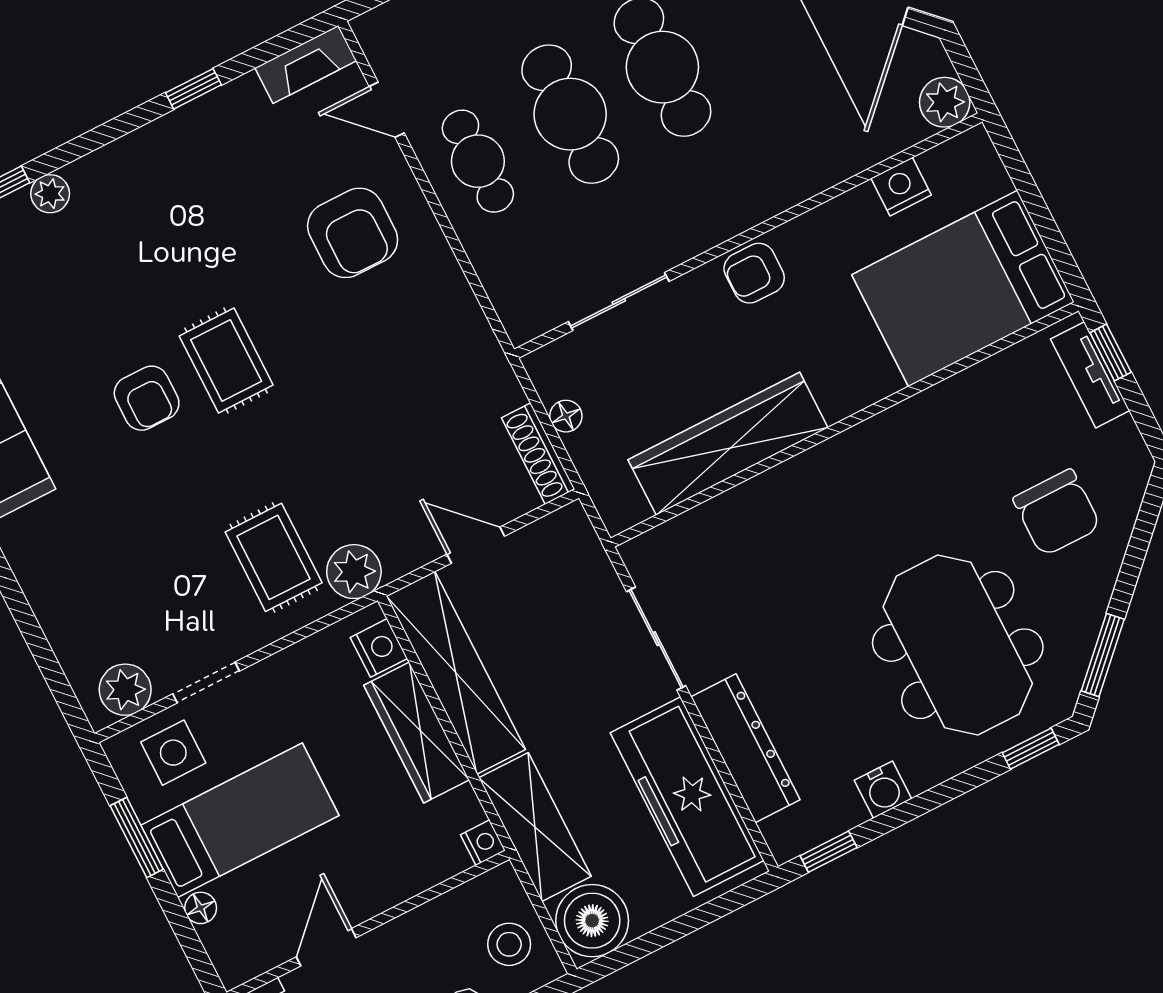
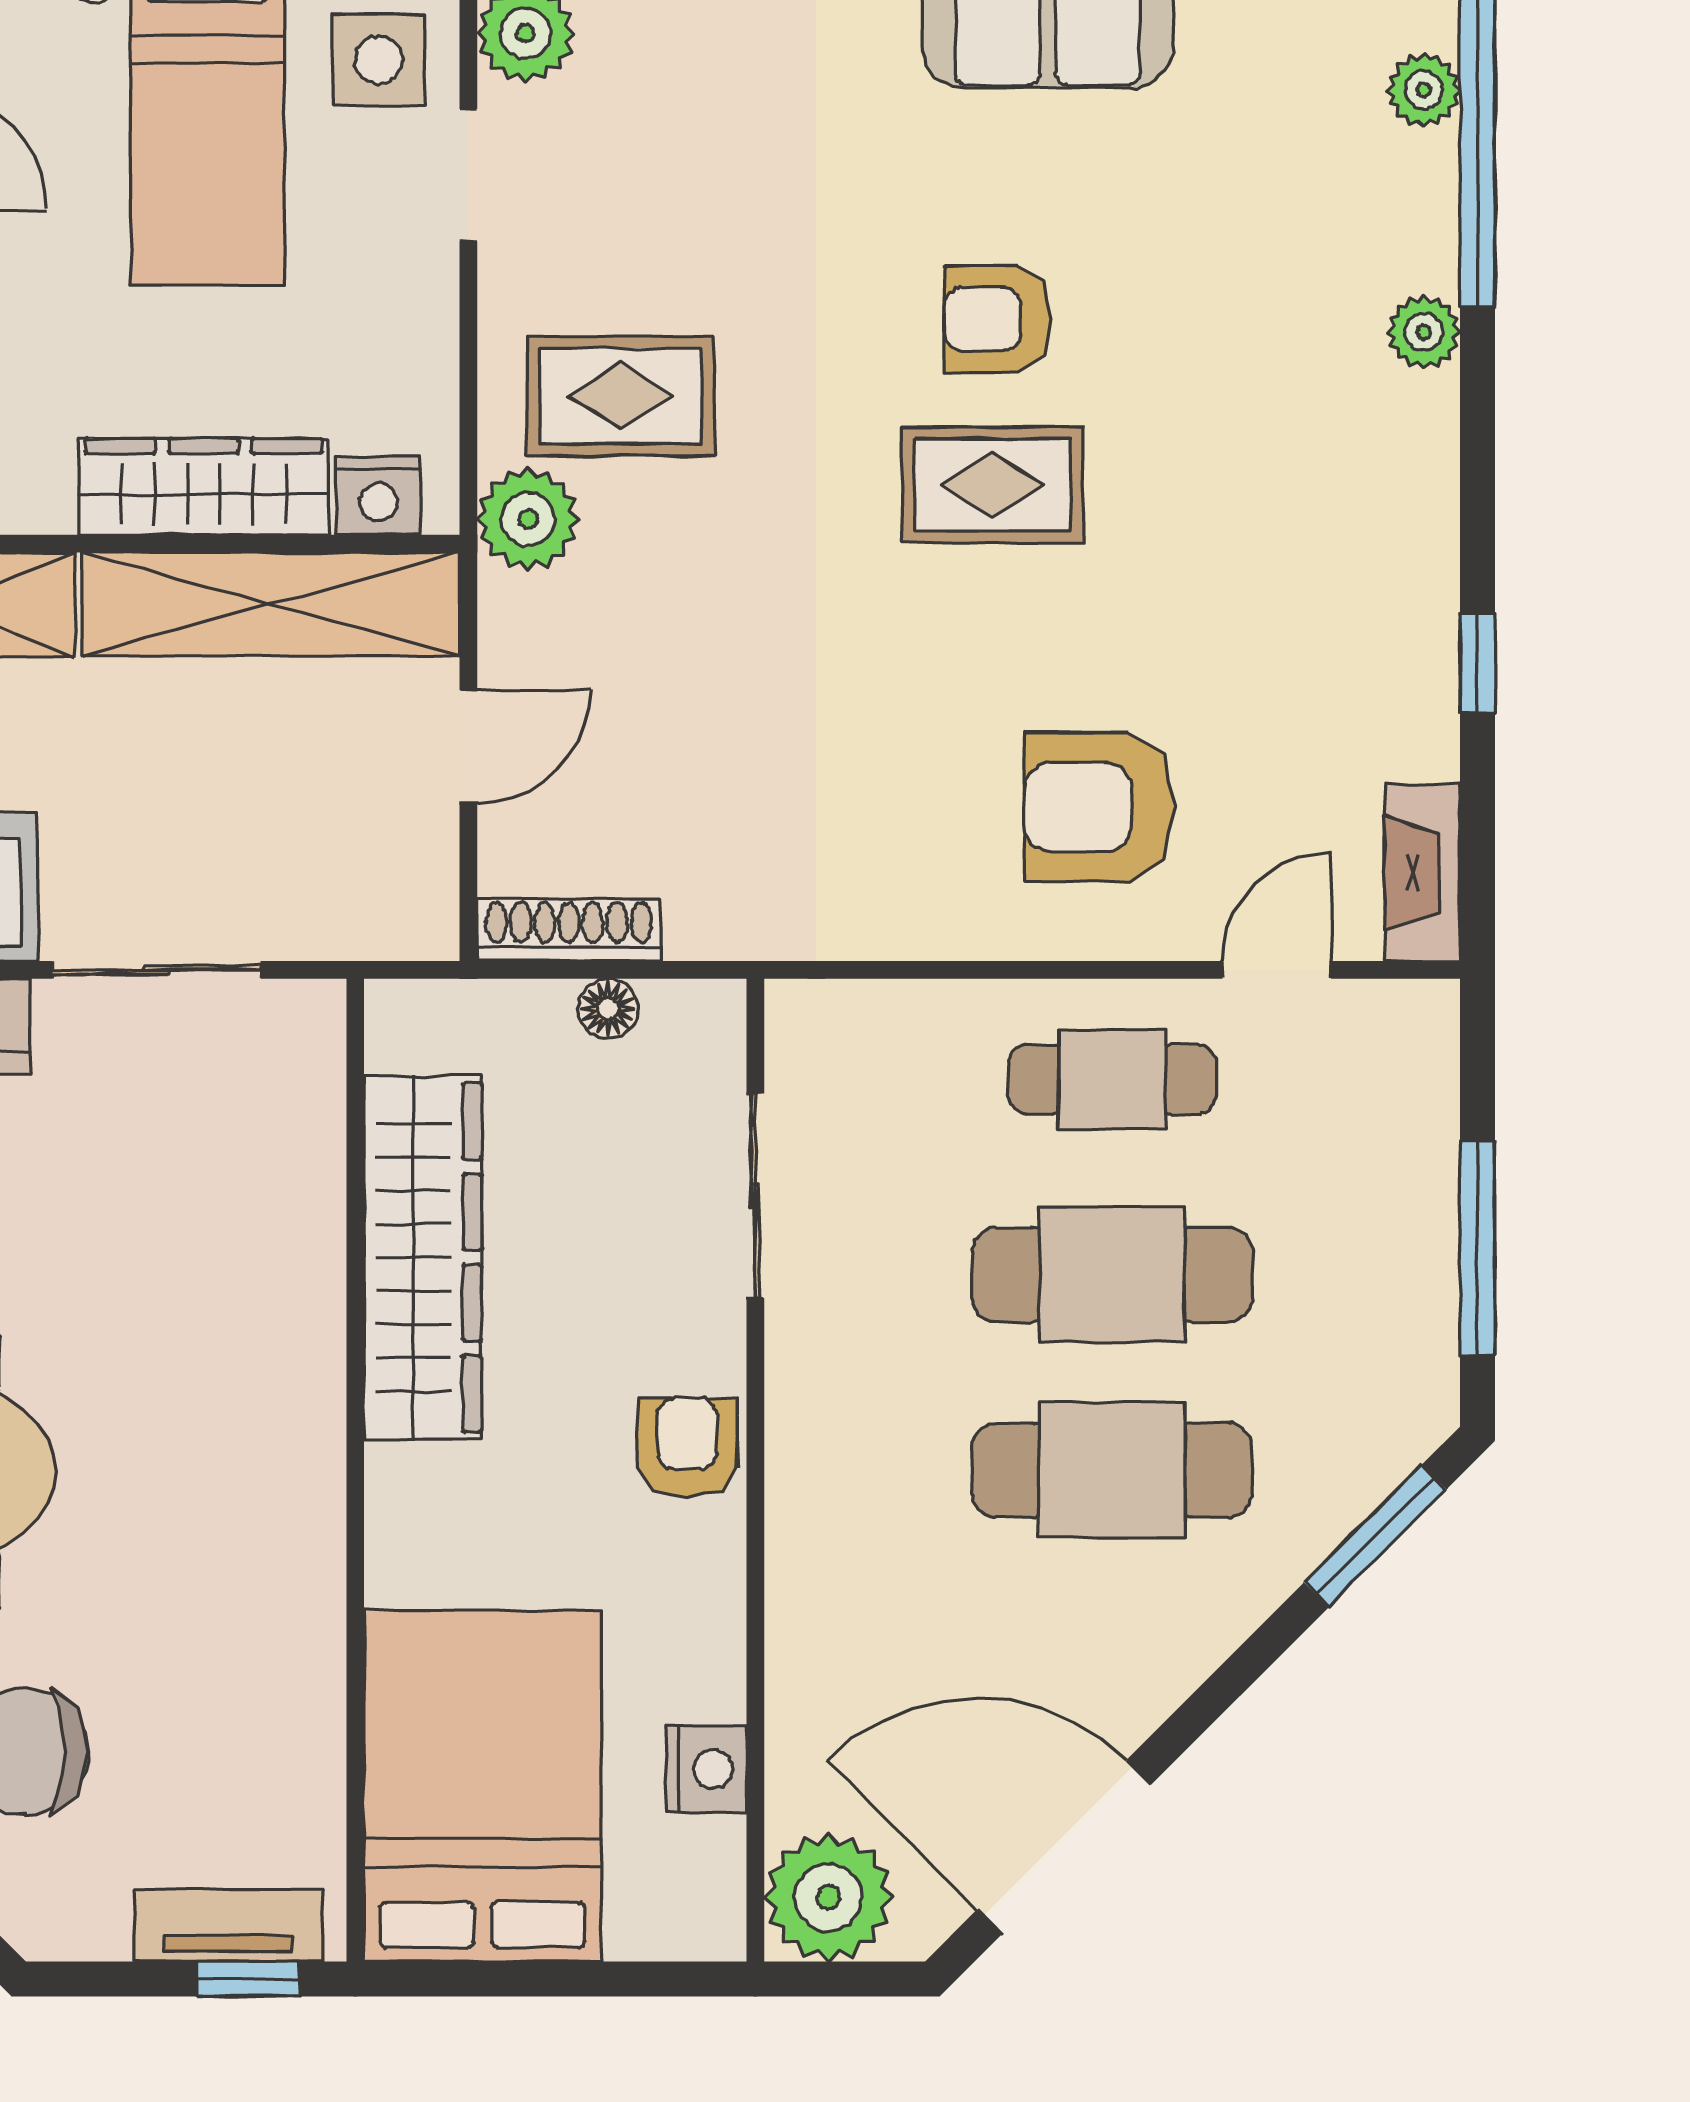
plant: (945, 102) -> (828, 1897), width x1.36, depth x1.36

